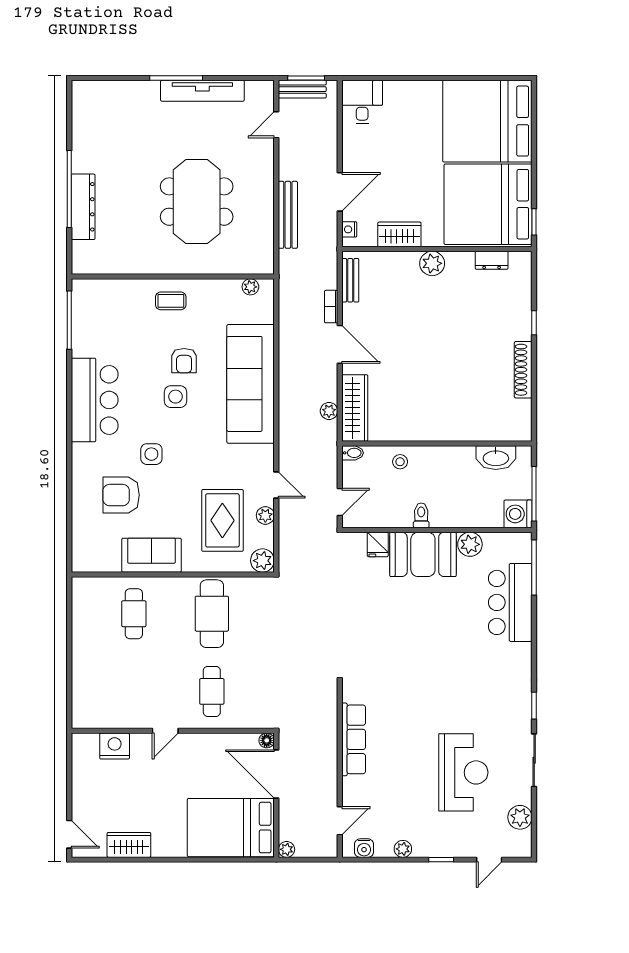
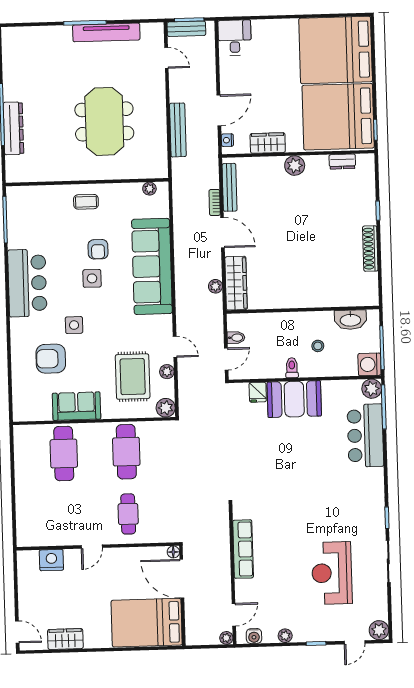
door: (276, 125) -> (166, 58), swing flipped
bench: (350, 280) -> (230, 187), width x1.36
bidet: (353, 453) -> (236, 338), moved
stool: (400, 462) -> (318, 346), moved
plant: (470, 544) -> (372, 389), moved
cafe table: (134, 614) -> (64, 454), width x1.37, depth x1.35
reception desk: (463, 772) -> (332, 573), turned 180
plant: (520, 817) -> (379, 630), moved
plant: (287, 849) -> (226, 638), moved

